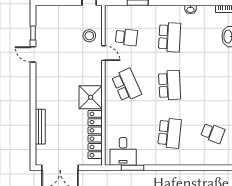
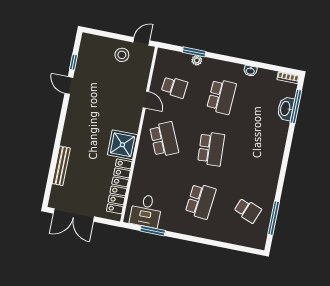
plant: (141, 10) -> (197, 60), added
stool: (89, 36) -> (122, 55), moved

